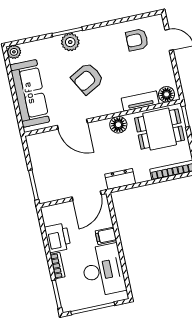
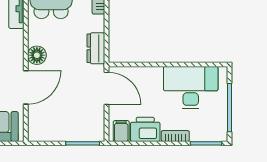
floor lamp: (118, 125) -> (37, 55), moved
filing cabinet: (106, 236) -> (121, 131), moved, turned 180

